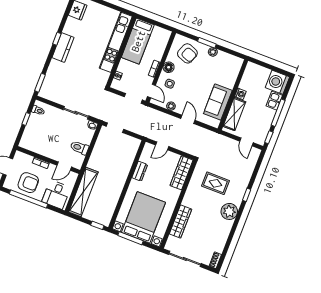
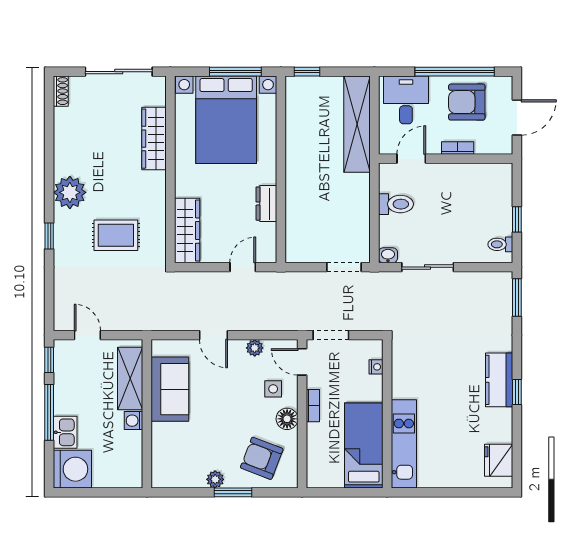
kitchen unit: (116, 42) -> (404, 444), width x0.73

